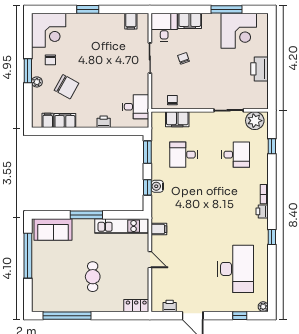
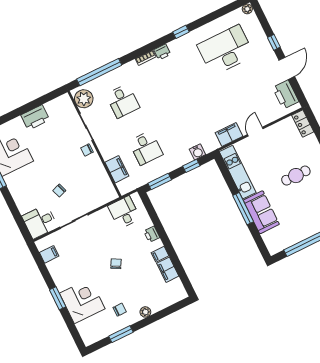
filing cabinet: (190, 21) -> (23, 201), removed
corner desk: (49, 30) -> (82, 301), moved
window: (28, 71) -> (121, 334), moved
chair: (67, 87) -> (116, 264), moved, width x0.54, depth x0.54
chair: (172, 100) -> (87, 150), moved
filing cabinet: (48, 120) -> (160, 254), moved
window: (272, 146) -> (99, 72), width x3.17
desk: (236, 155) -> (123, 101), turned 180
water cooler: (157, 186) -> (197, 152), moved
filing cabinet: (159, 229) -> (229, 134), width x2.00
sofa: (53, 230) -> (261, 212), moved
printer: (170, 306) -> (286, 95), width x1.87, depth x1.48
window: (240, 316) -> (274, 42), moved

